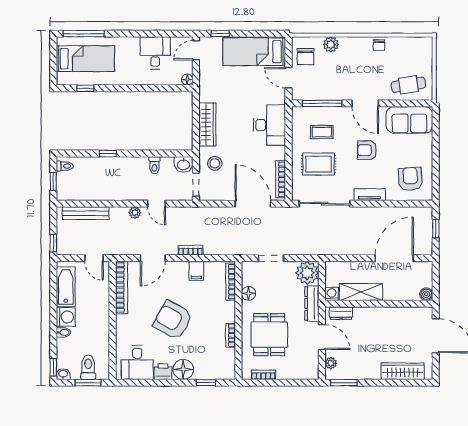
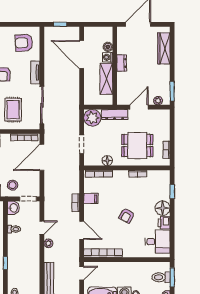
washing machine: (332, 294) -> (108, 57), moved
boiler: (426, 294) -> (108, 47), moved
dresser: (341, 313) -> (122, 63), moved
armchair: (173, 320) -> (127, 216), width x0.53, depth x0.53

